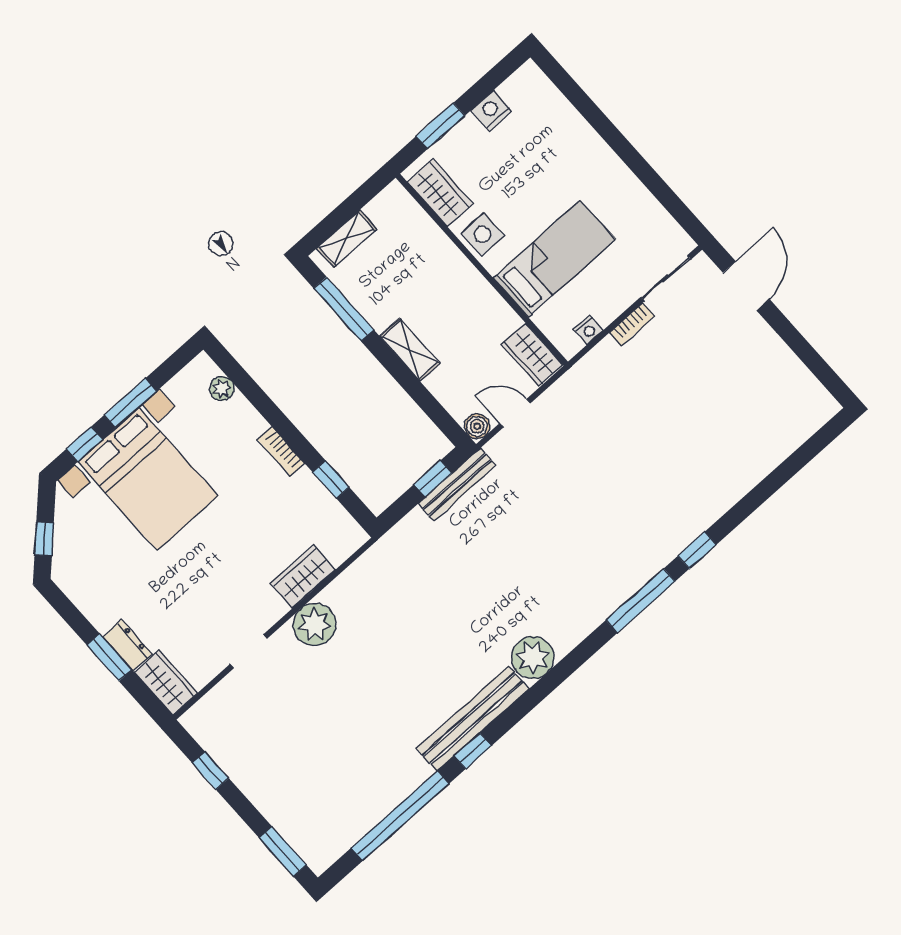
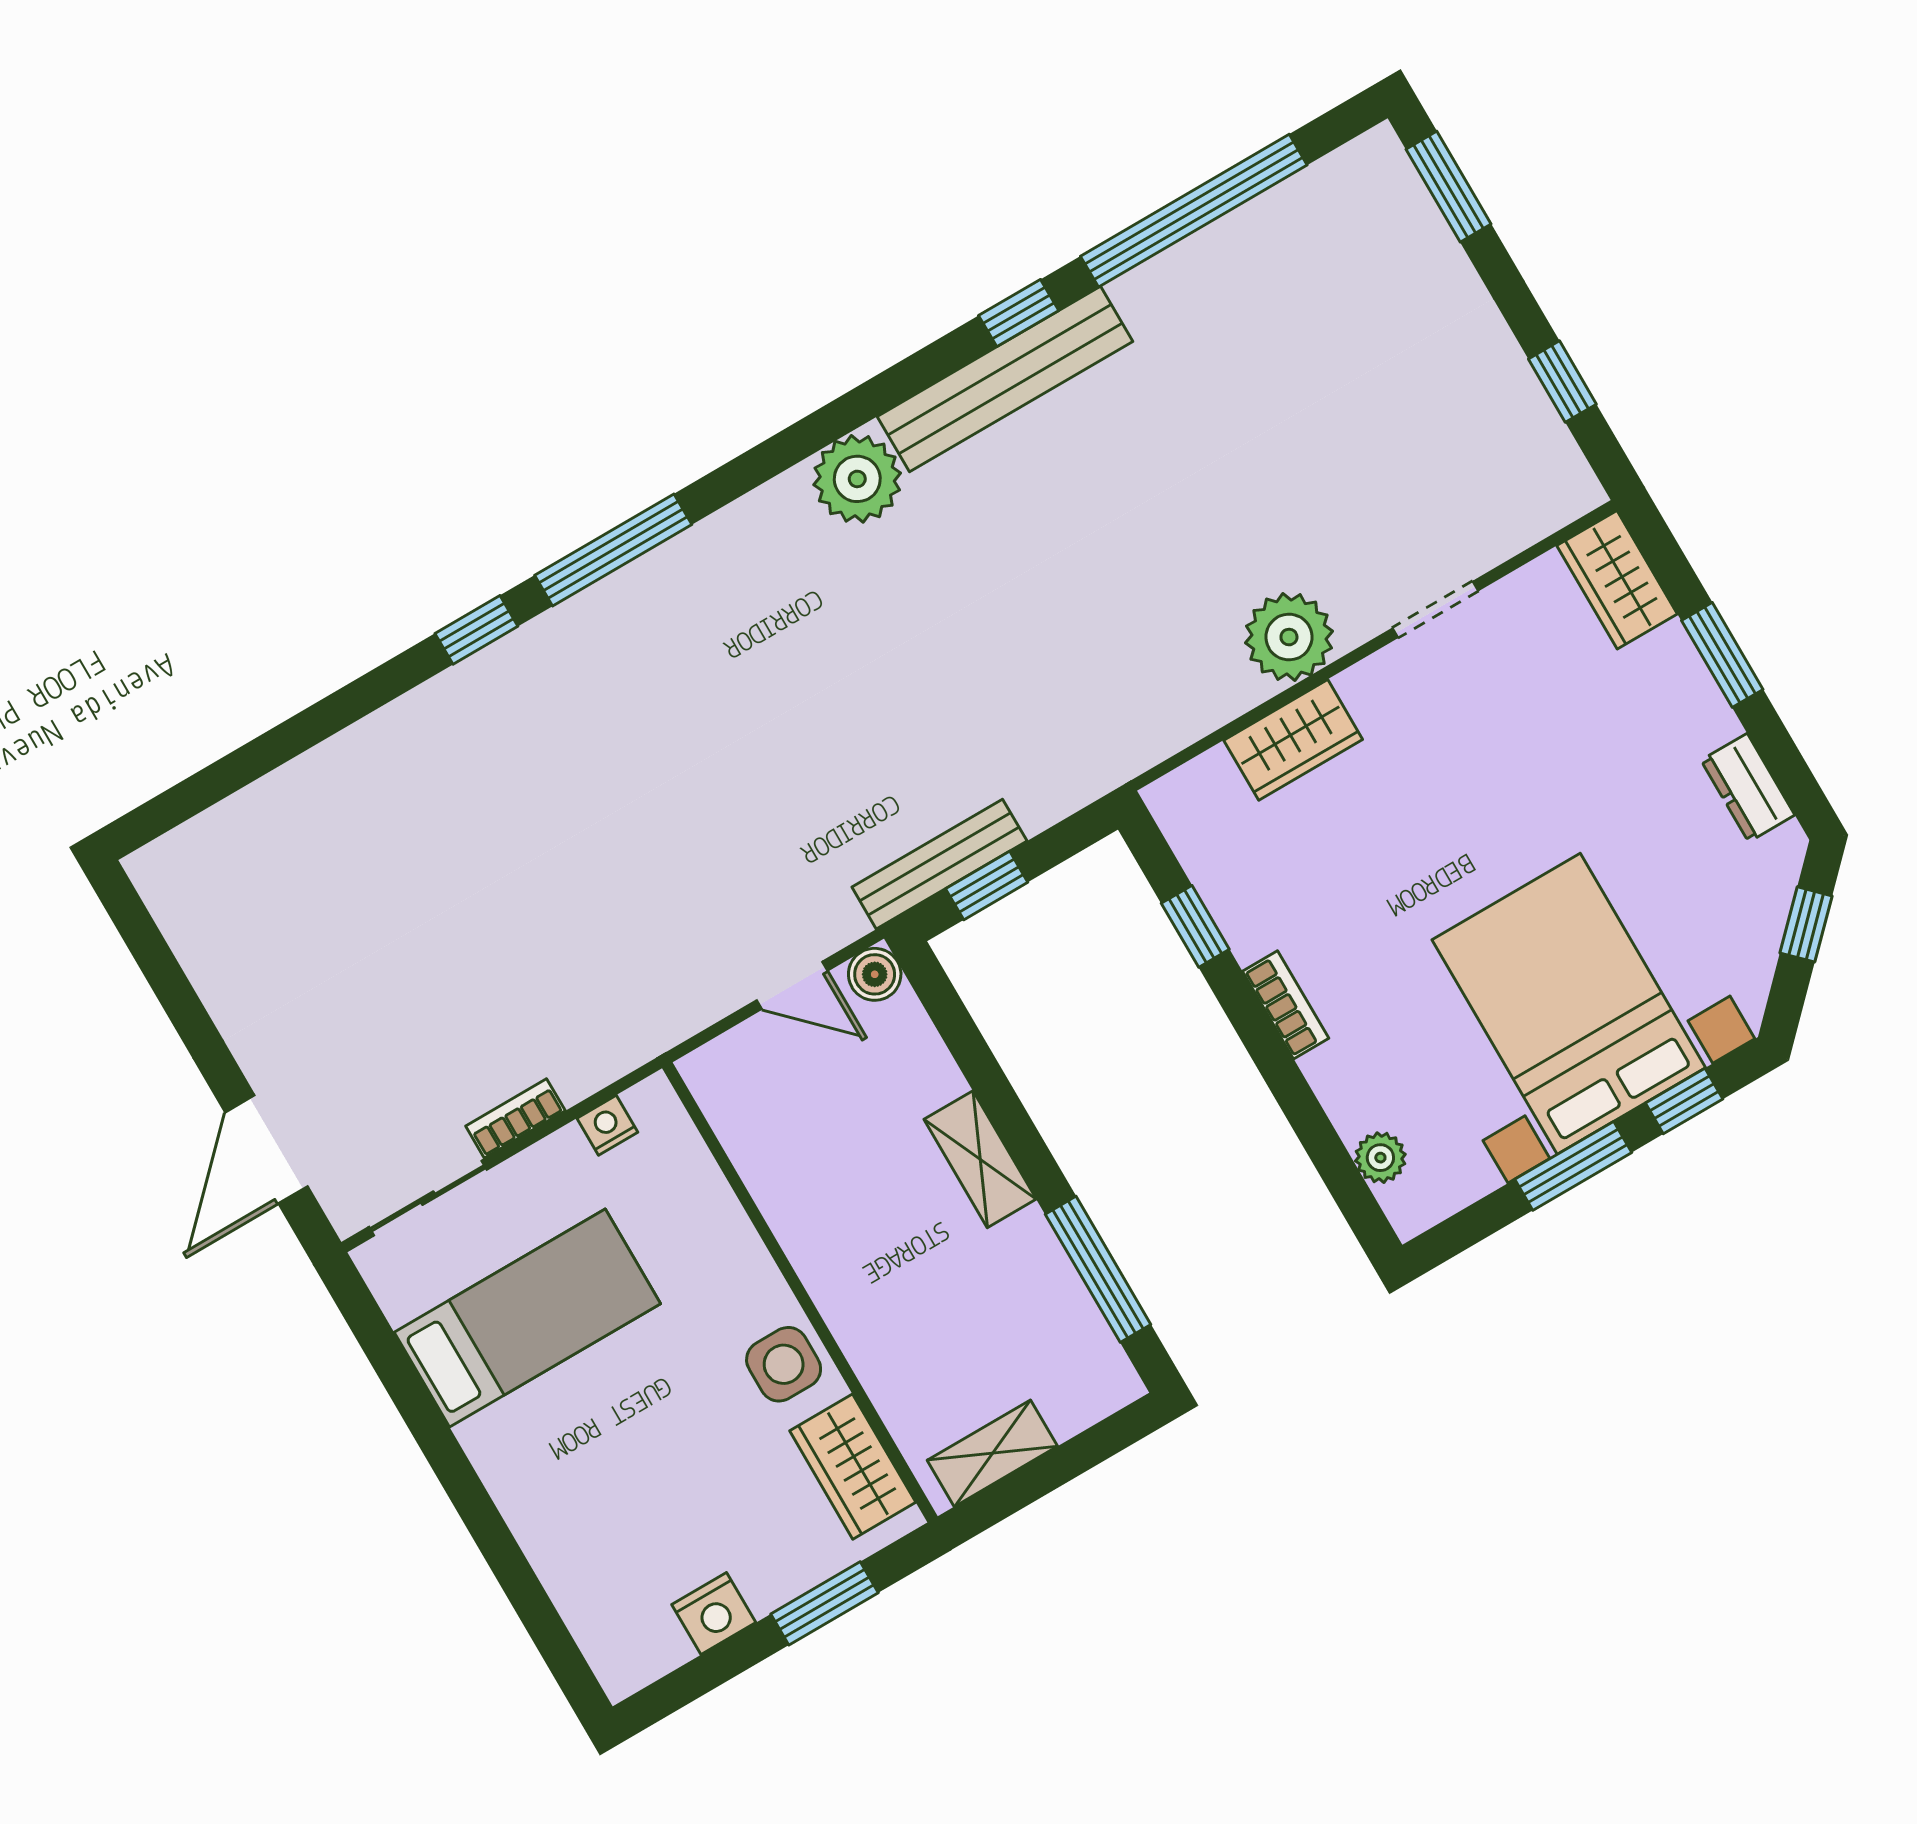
shelving: (347, 239) -> (992, 1453), moved
bed: (554, 259) -> (527, 1318), moved, turned 180
wardrobe: (532, 355) -> (733, 1098), removed
dresser: (127, 645) -> (1748, 788), moved

